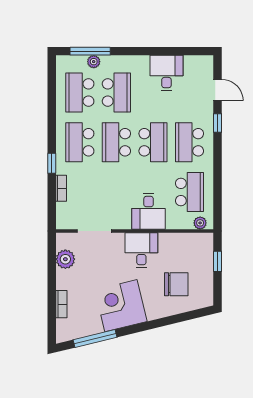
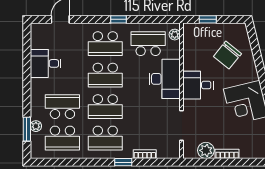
window: (90, 51) -> (27, 129), width x0.69
window: (218, 123) -> (119, 19), moved
school desk: (153, 142) -> (105, 75), turned 180
desk: (149, 211) -> (165, 79), width x1.37
chair: (176, 284) -> (227, 55), turned -141
bookcase: (61, 304) -> (227, 154), moved

